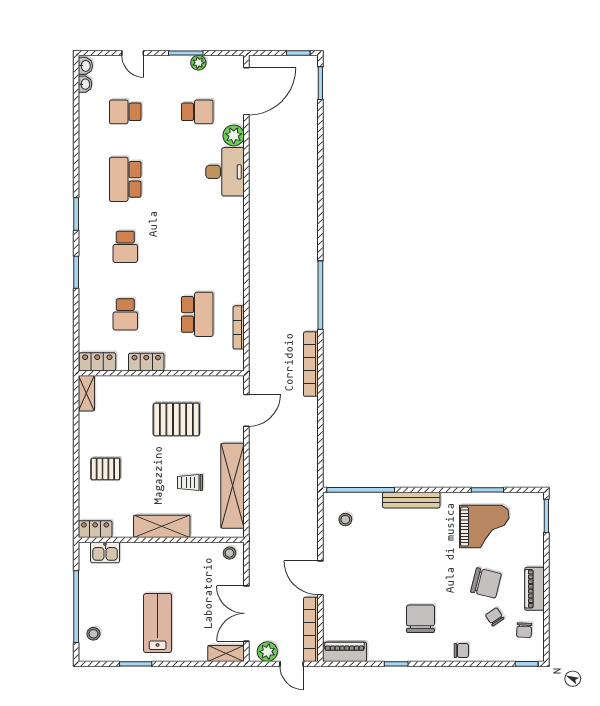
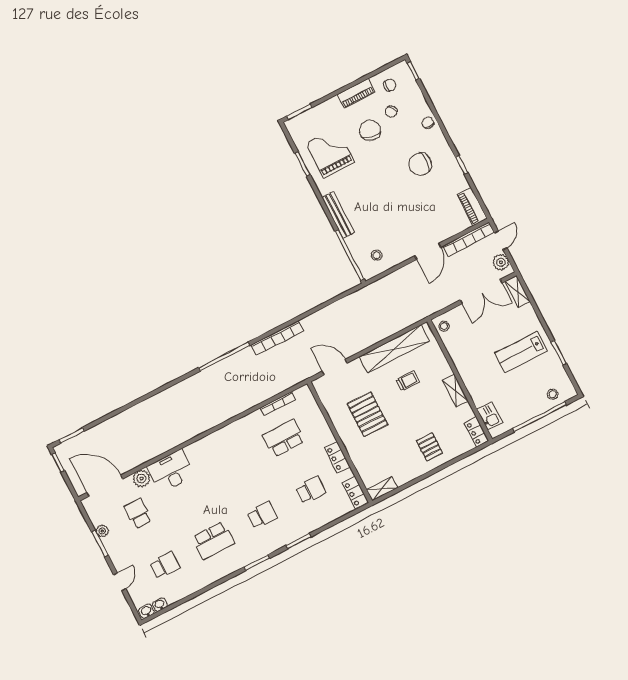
school desk: (125, 112) -> (165, 565), turned -90
trolley: (190, 483) -> (408, 381), turned -90
shelving: (162, 526) -> (455, 391), width x0.67, depth x0.75

